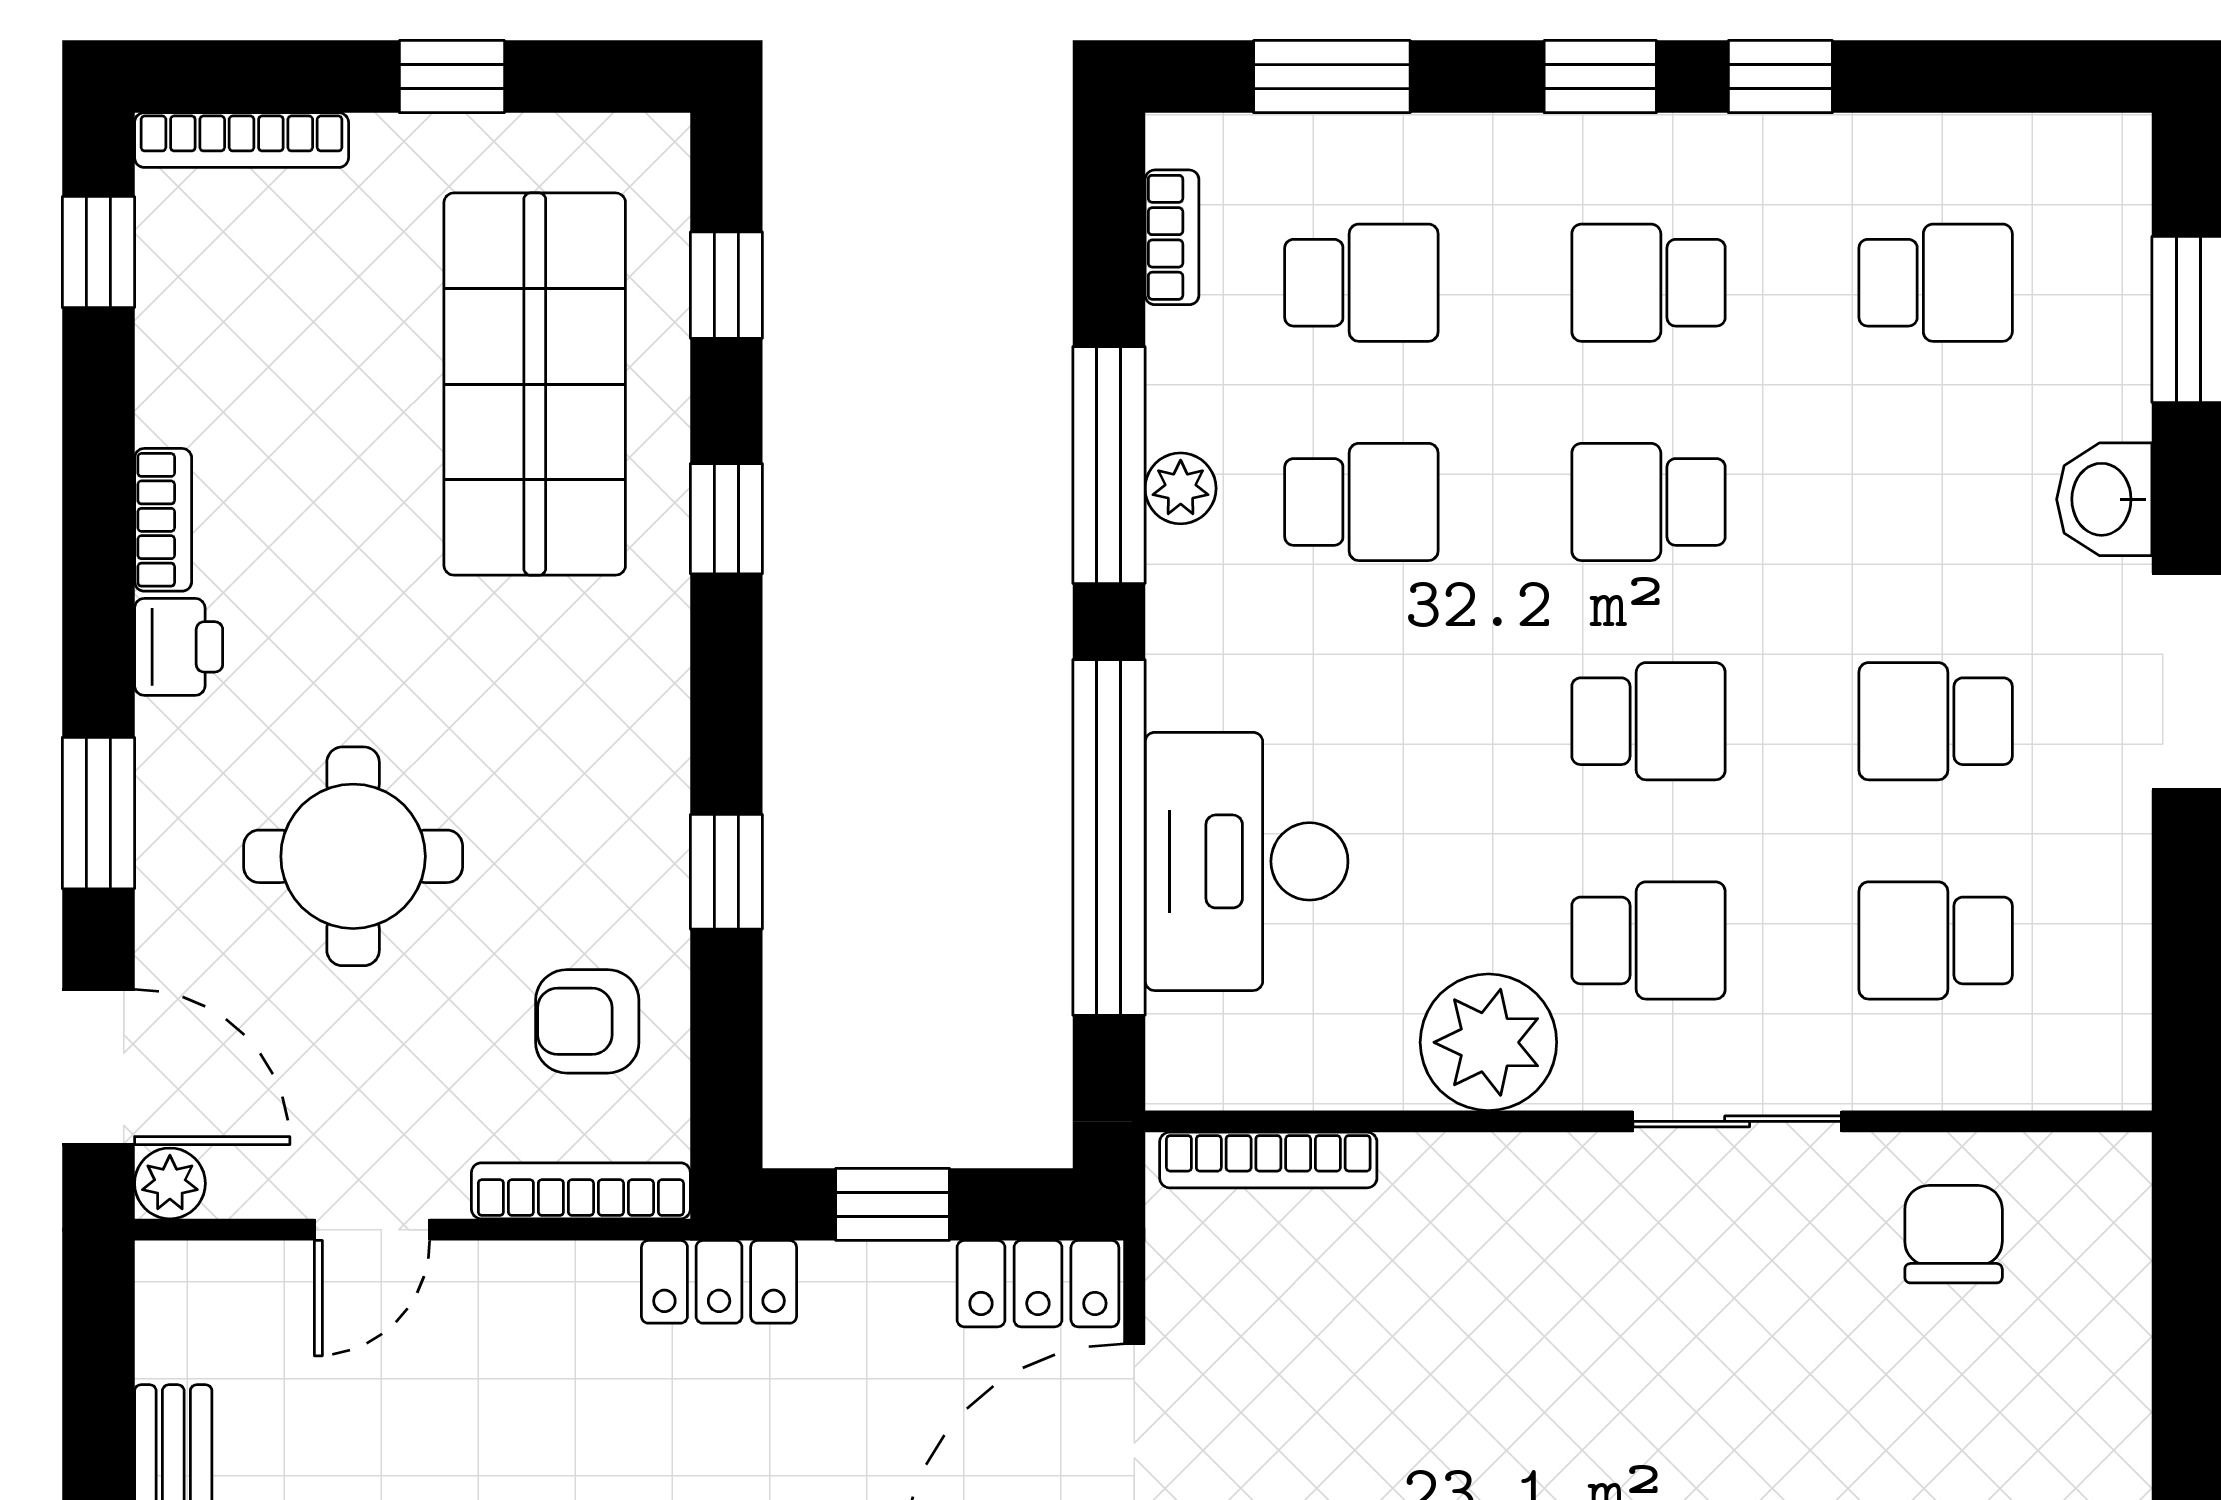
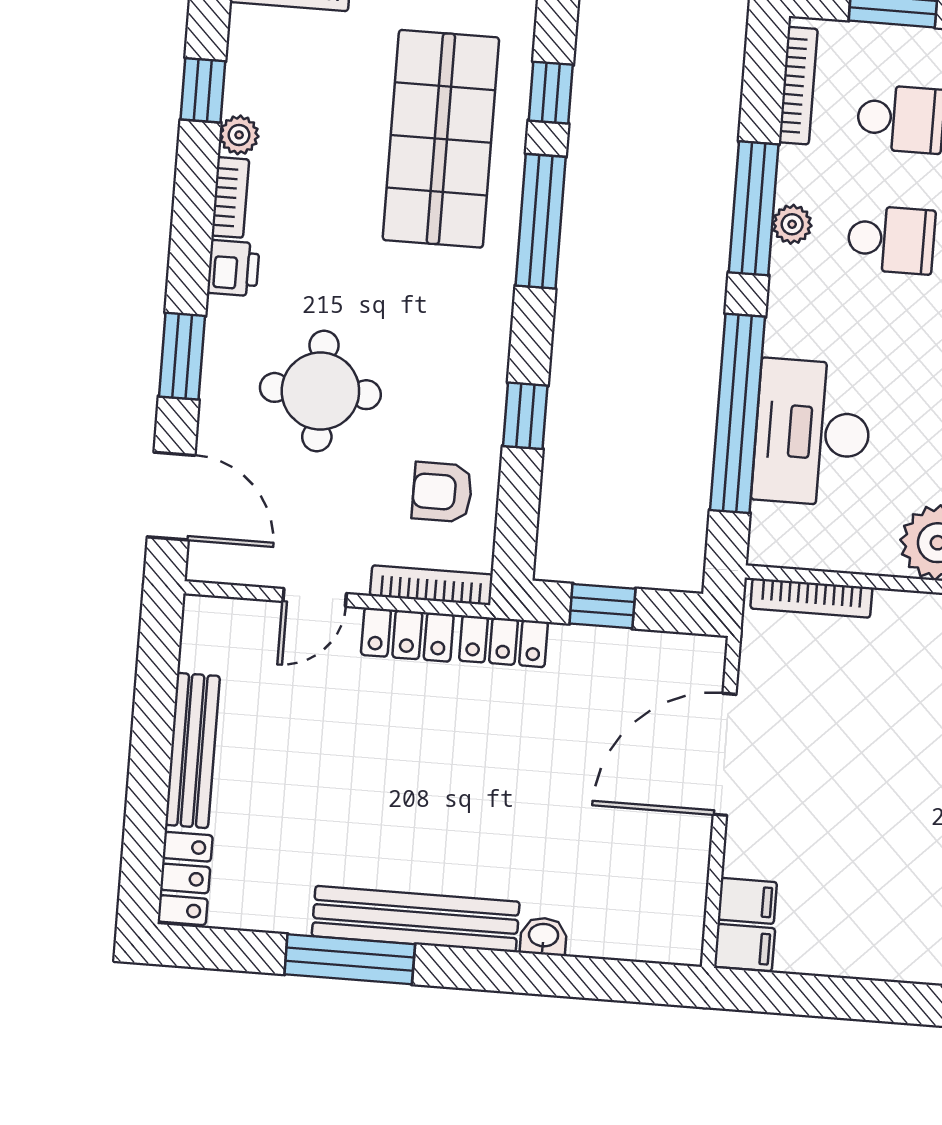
bookcase: (1172, 237) -> (798, 86), width x1.56
window: (98, 252) -> (203, 90), moved
window: (726, 519) -> (541, 221), width x2.17
plant: (170, 1183) -> (239, 135), moved
locker: (1038, 1284) -> (407, 635), moved

